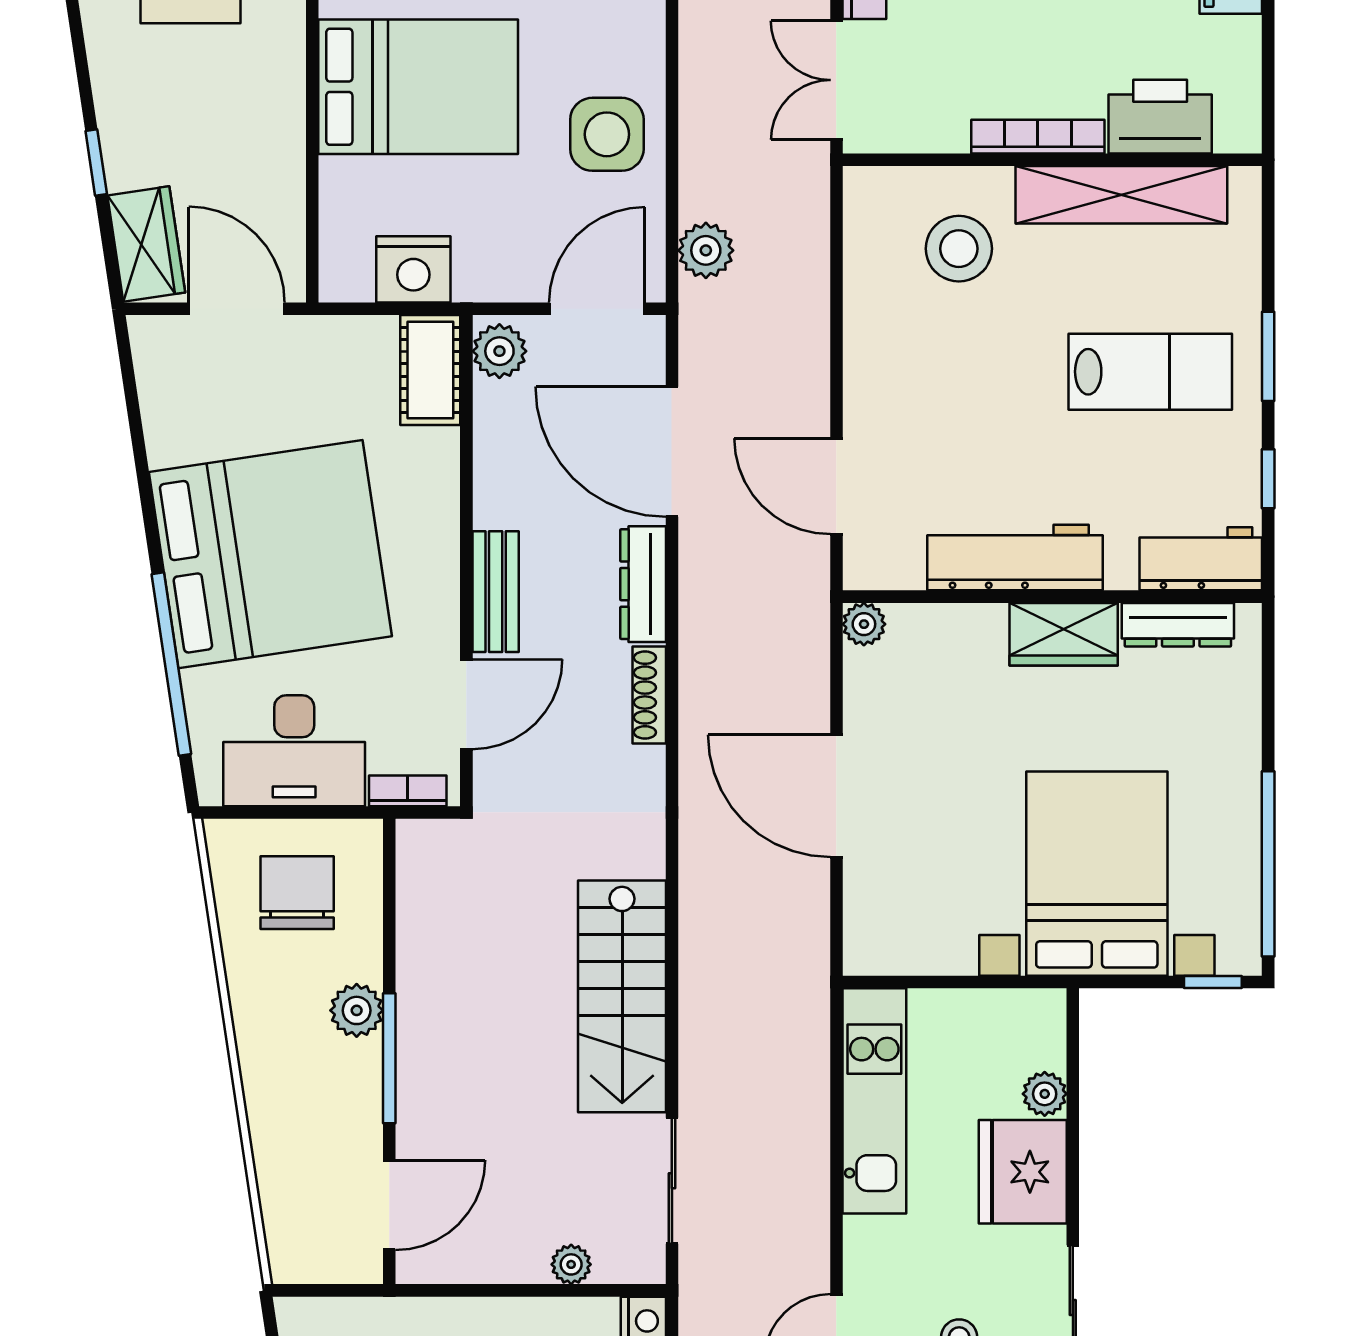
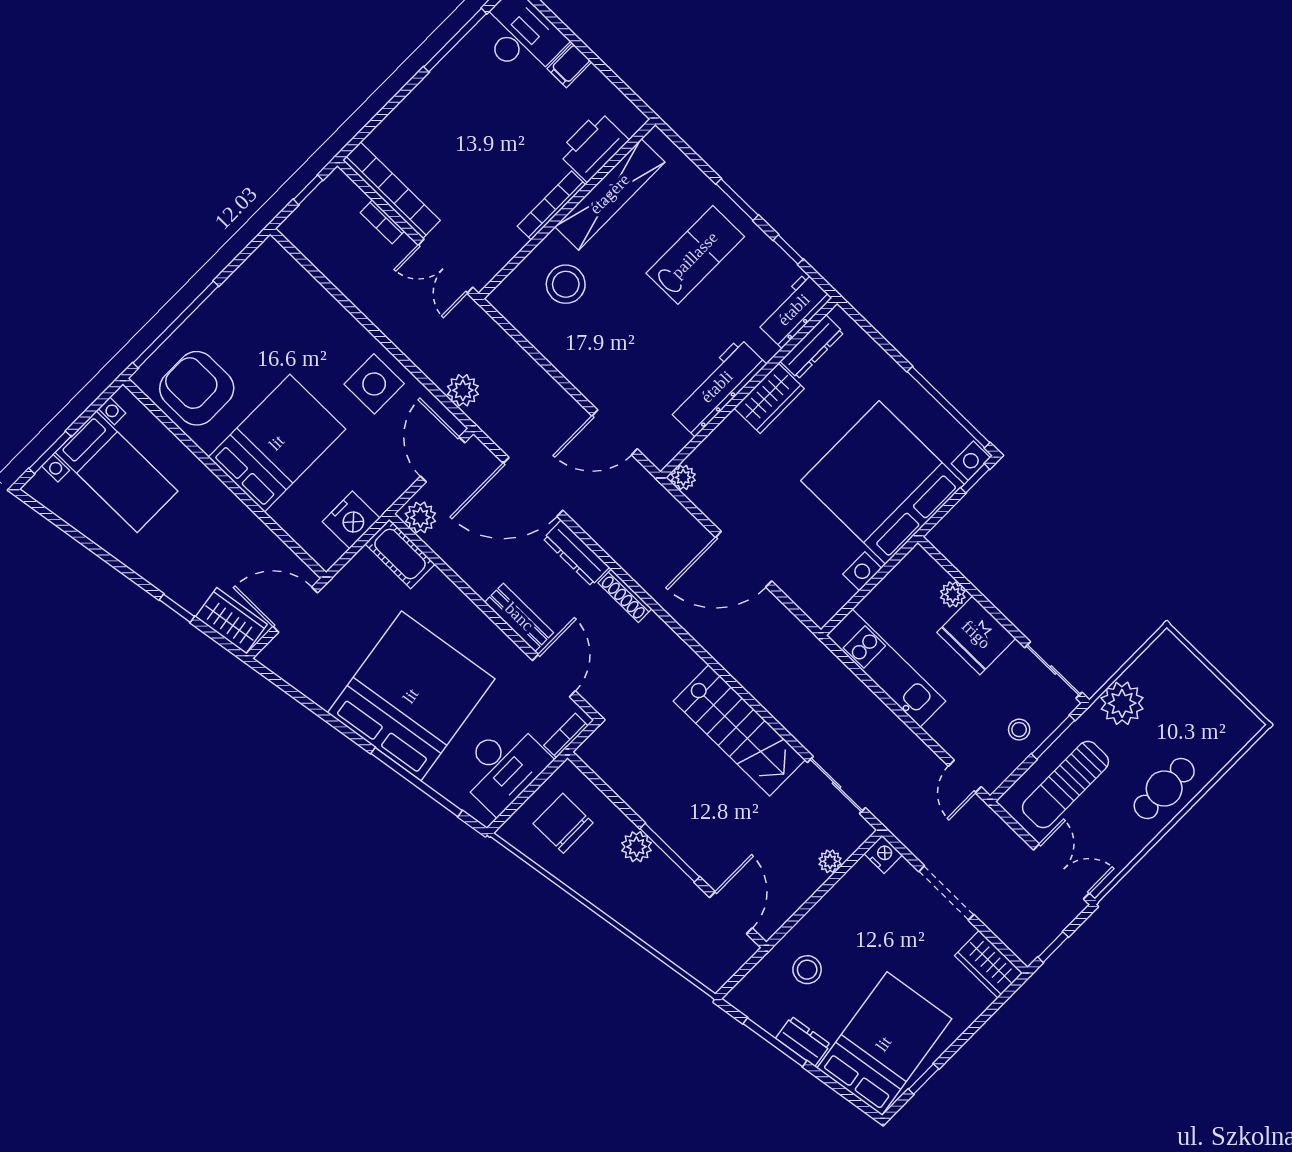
bed with nightstands: (1097, 874) -> (882, 483), width x1.36

